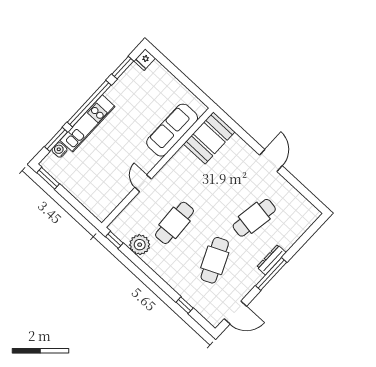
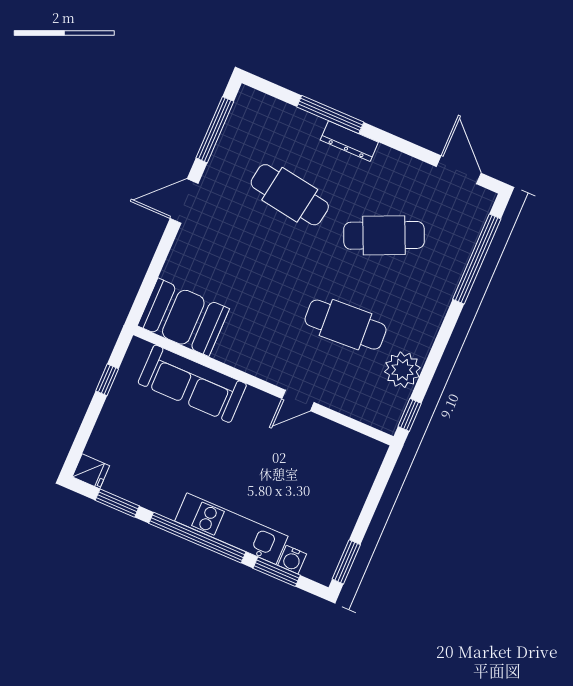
window: (190, 86) -> (107, 380), added
window: (303, 190) -> (215, 130), added
window: (271, 274) -> (330, 114), moved
window: (185, 305) -> (477, 259), width x3.17

